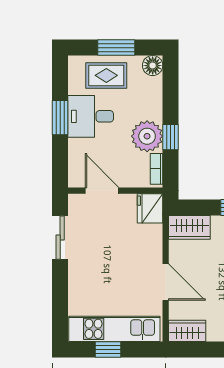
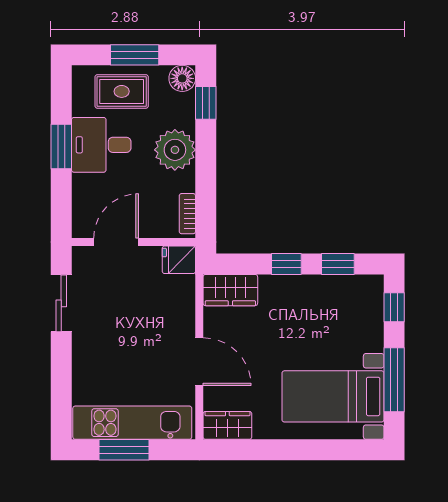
plant: (147, 136) -> (175, 150), moved
window: (171, 137) -> (206, 103), moved
door: (102, 191) -> (116, 242), hinge flipped
fridge: (150, 208) -> (179, 260), width x0.72
window: (108, 350) -> (124, 450), width x1.50

